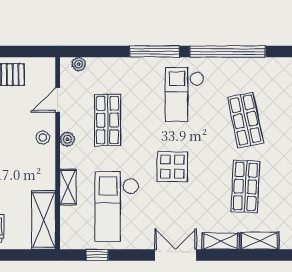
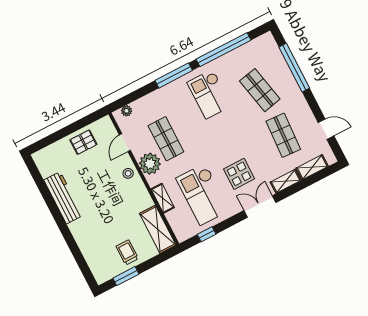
plant: (67, 139) -> (150, 164), width x1.88, depth x1.88
display table: (172, 167) -> (239, 174), moved

